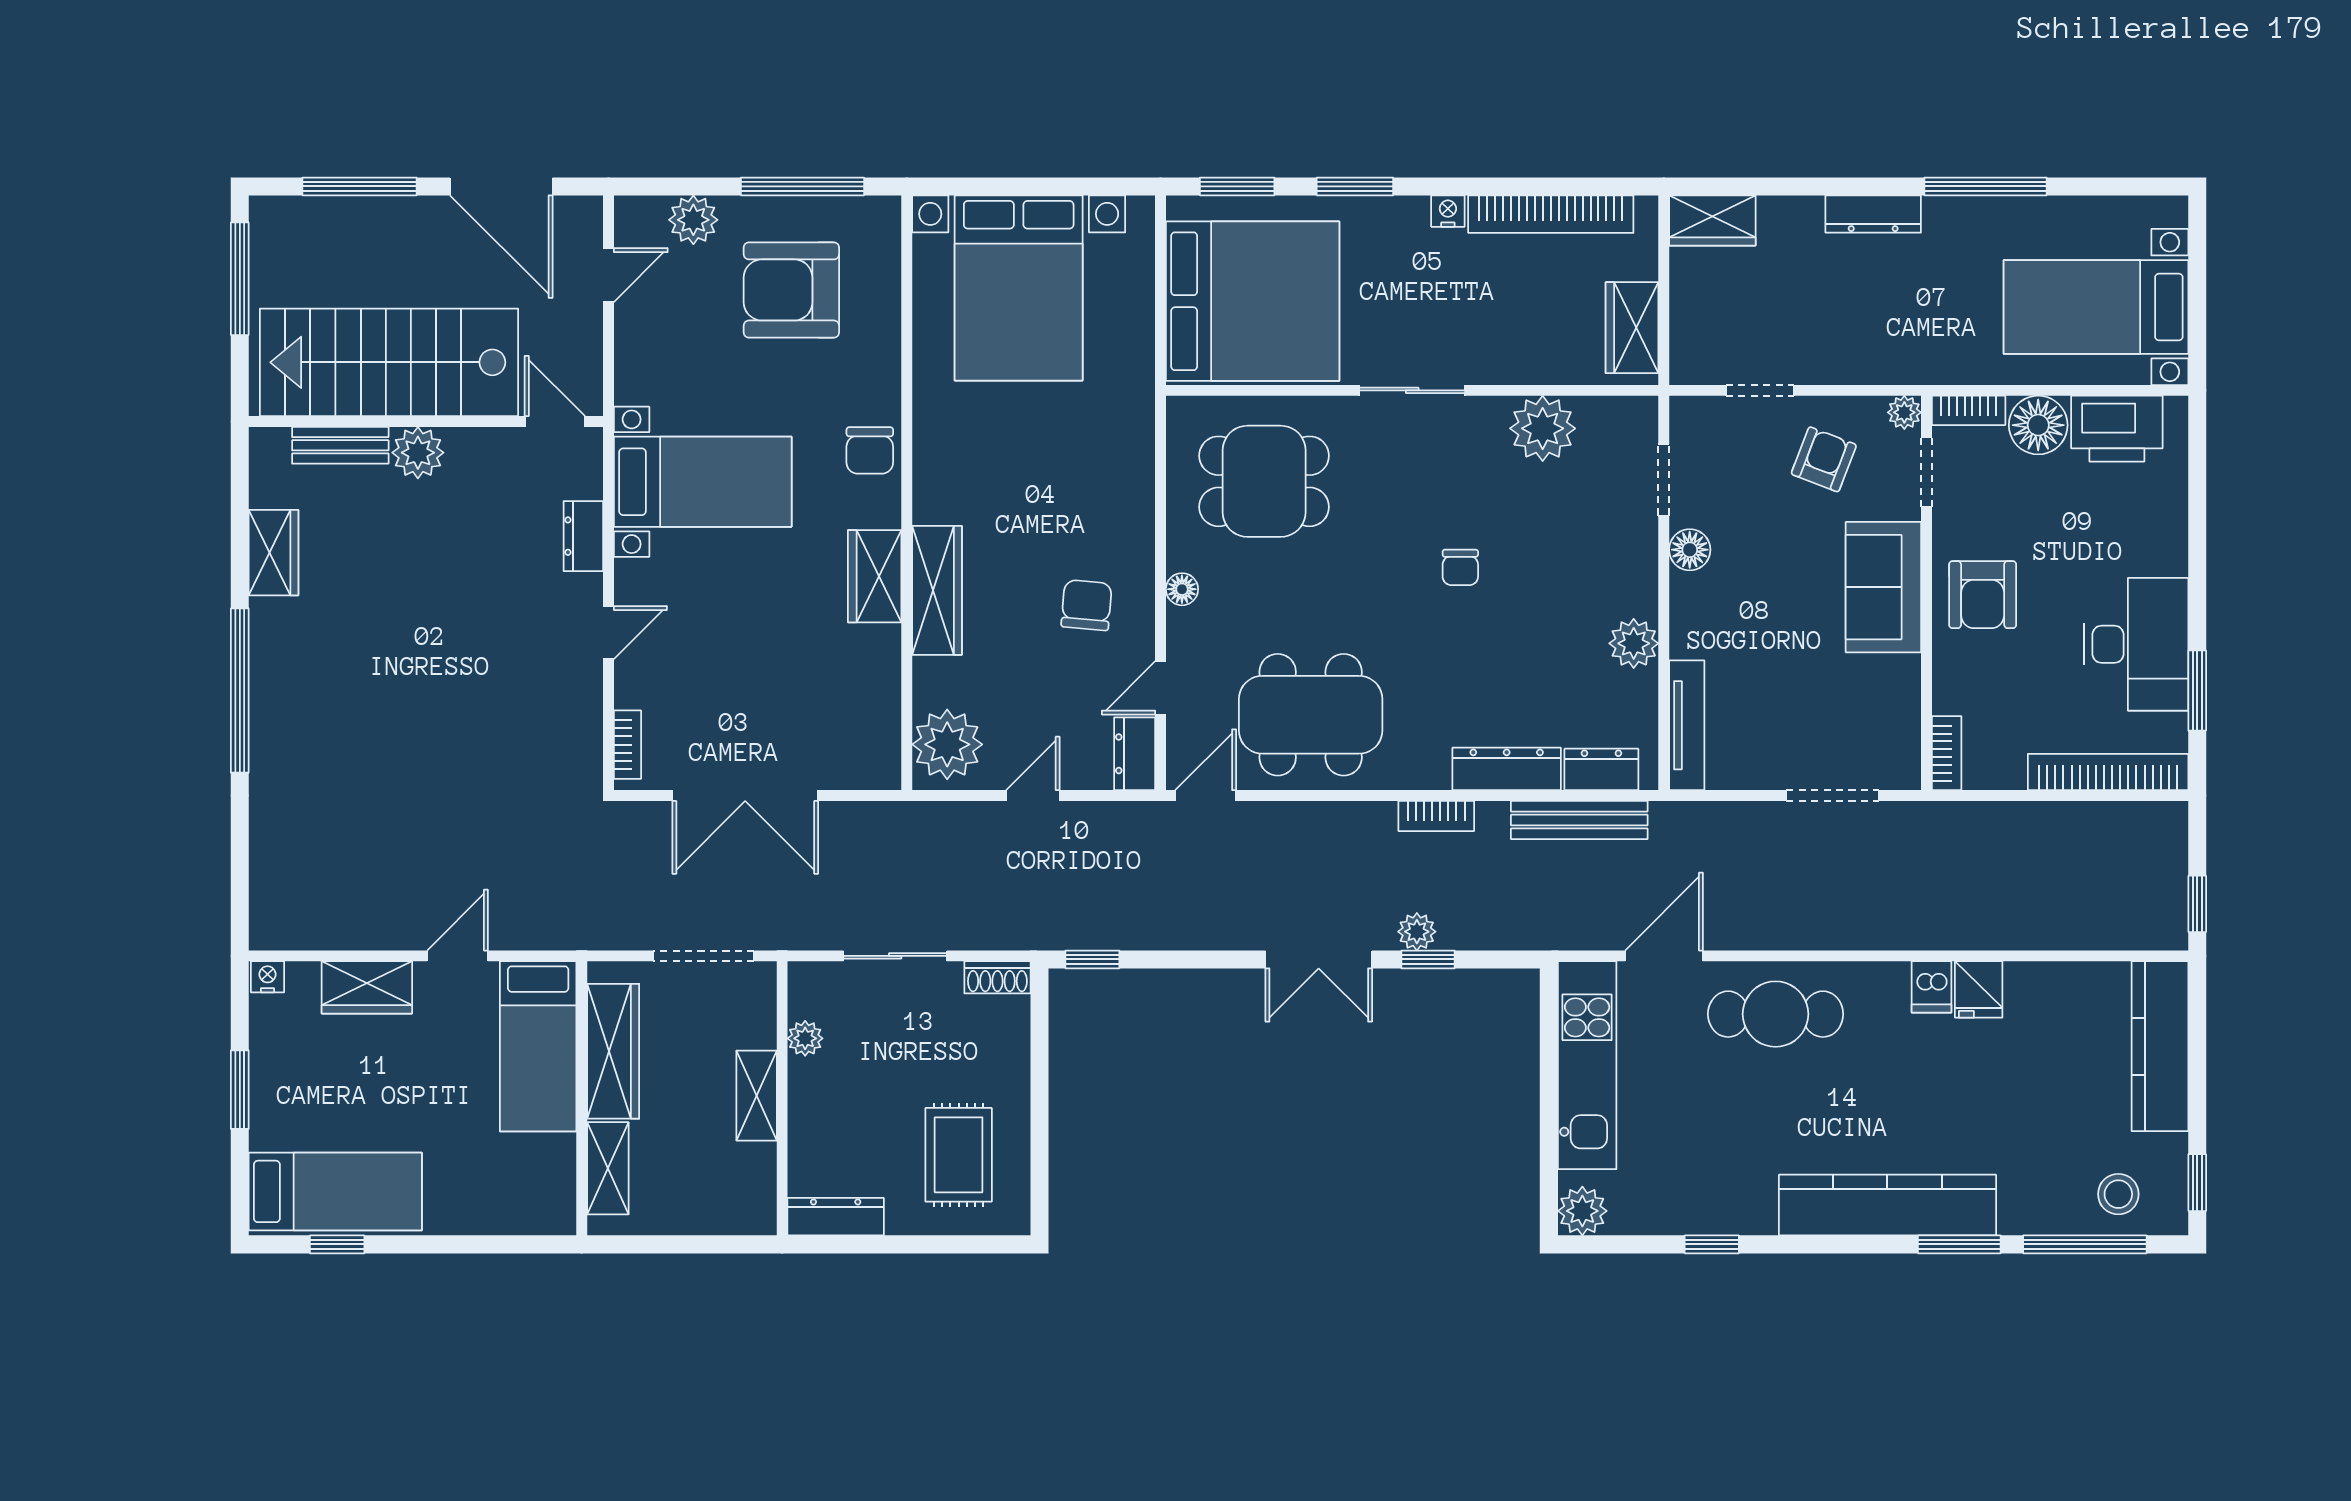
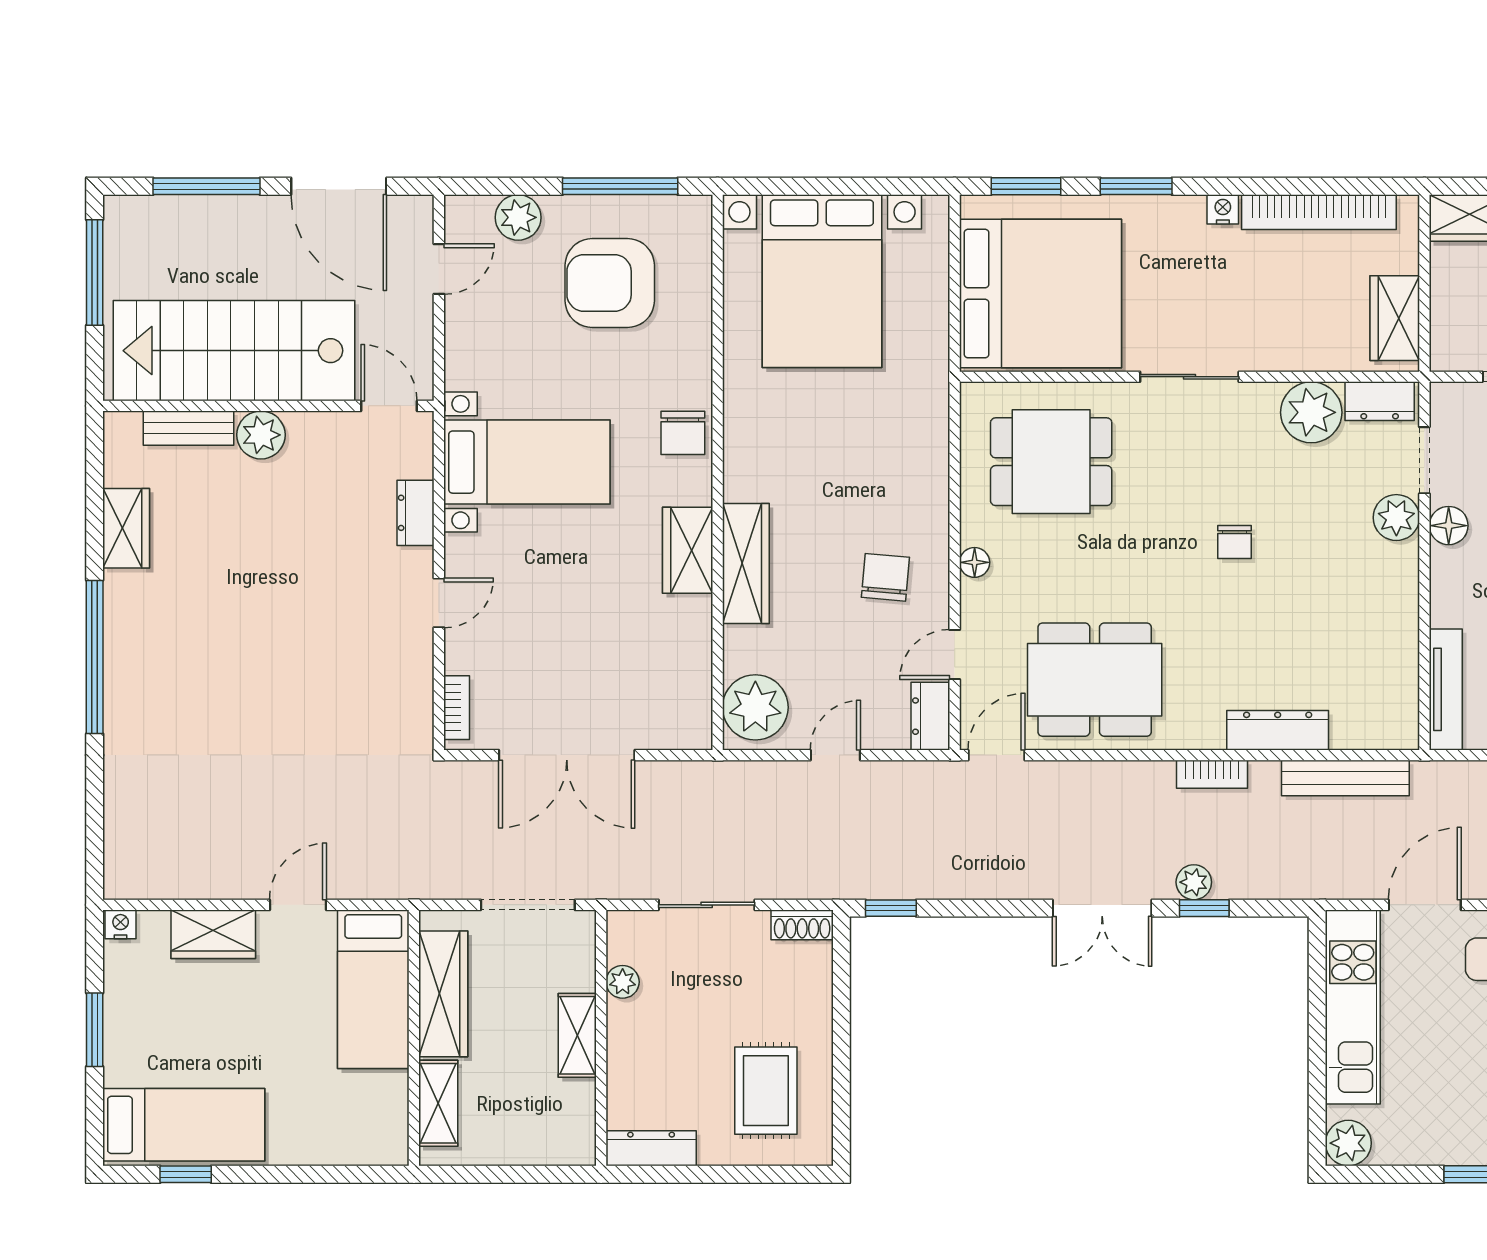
plant: (1634, 643) -> (1396, 518), moved
dresser: (1601, 769) -> (1380, 401), moved, turned 180

